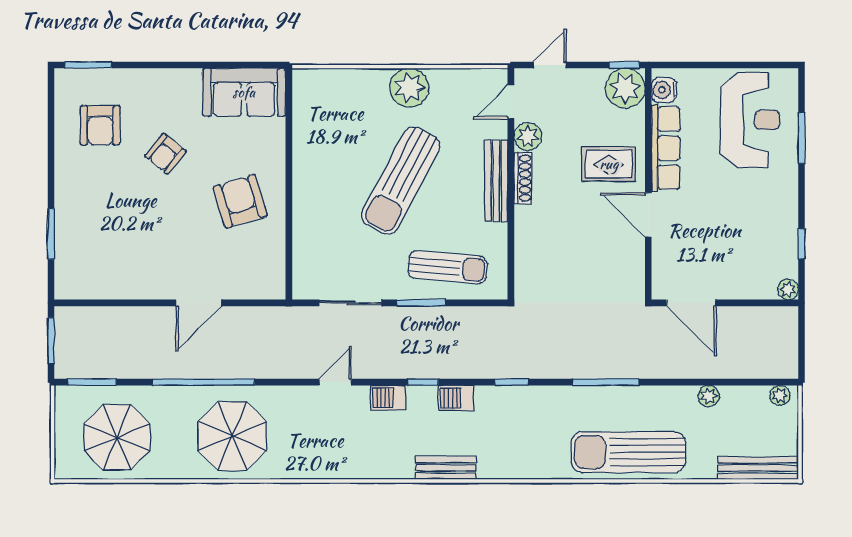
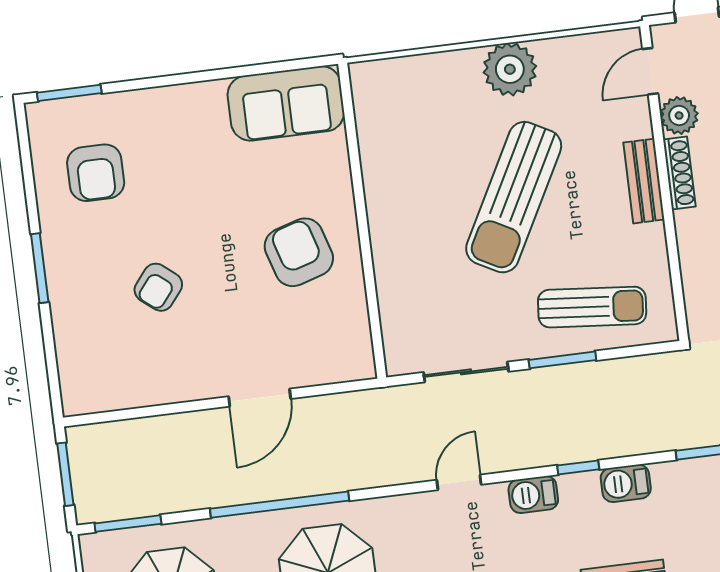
armchair: (166, 154) -> (158, 287), moved
bench: (496, 181) -> (644, 181), width x0.73
window: (51, 234) -> (40, 268), moved

